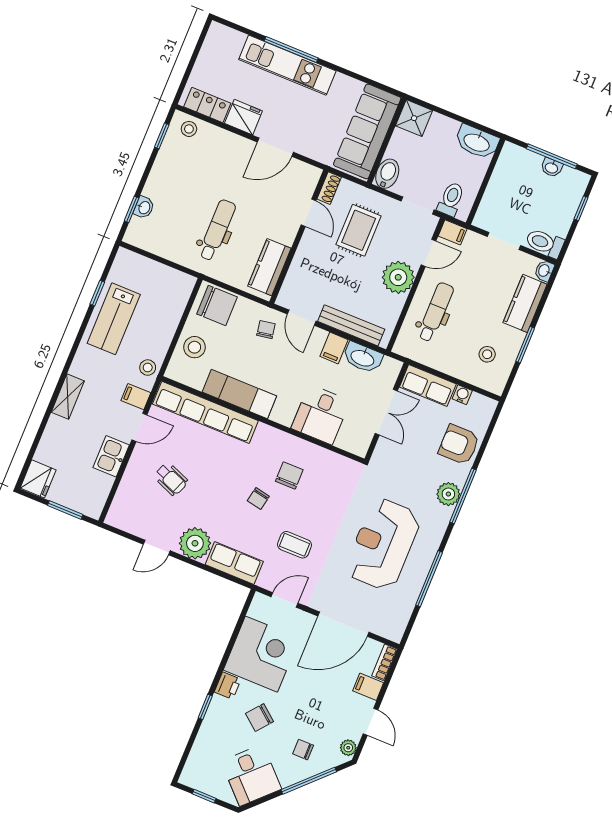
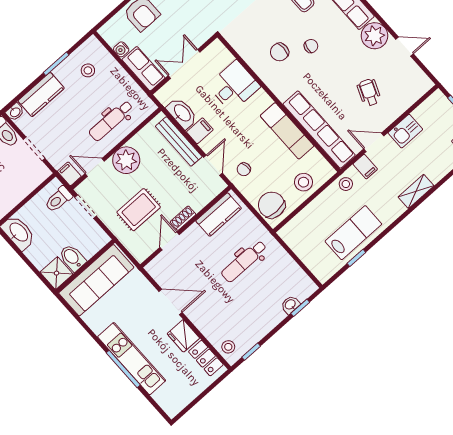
bidet: (387, 174) -> (72, 258), moved, turned 90
shoe rack: (329, 188) -> (183, 218), moved

